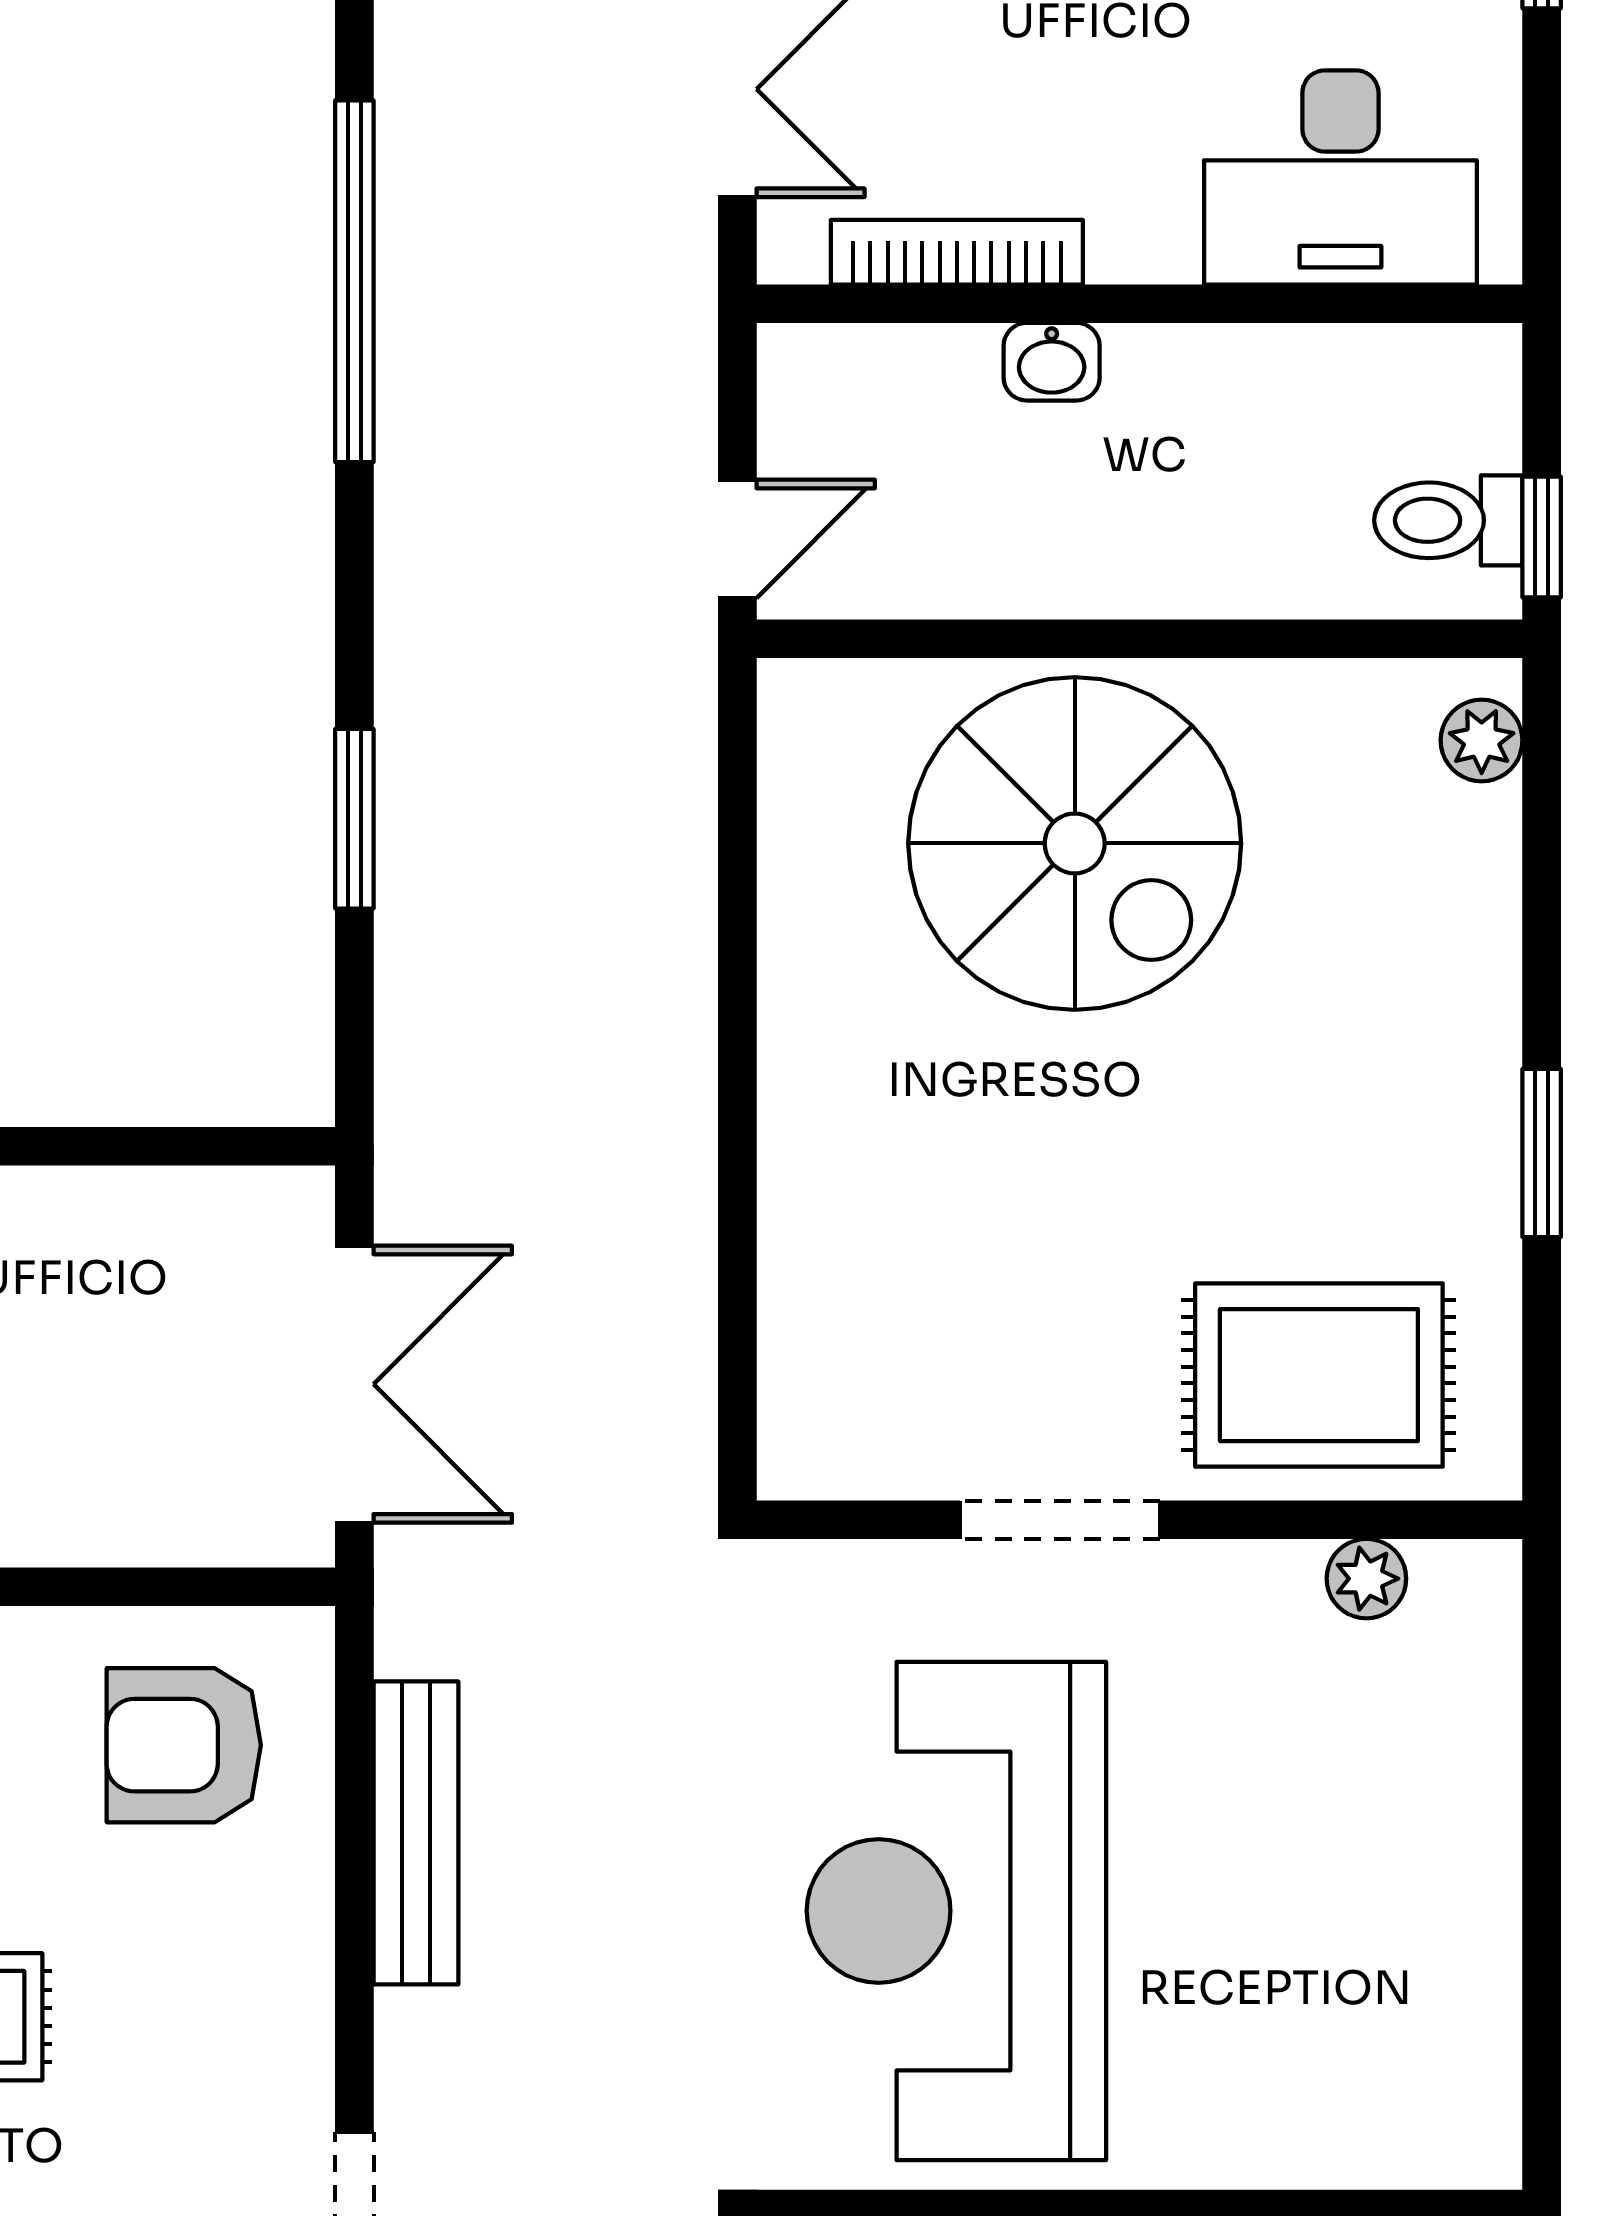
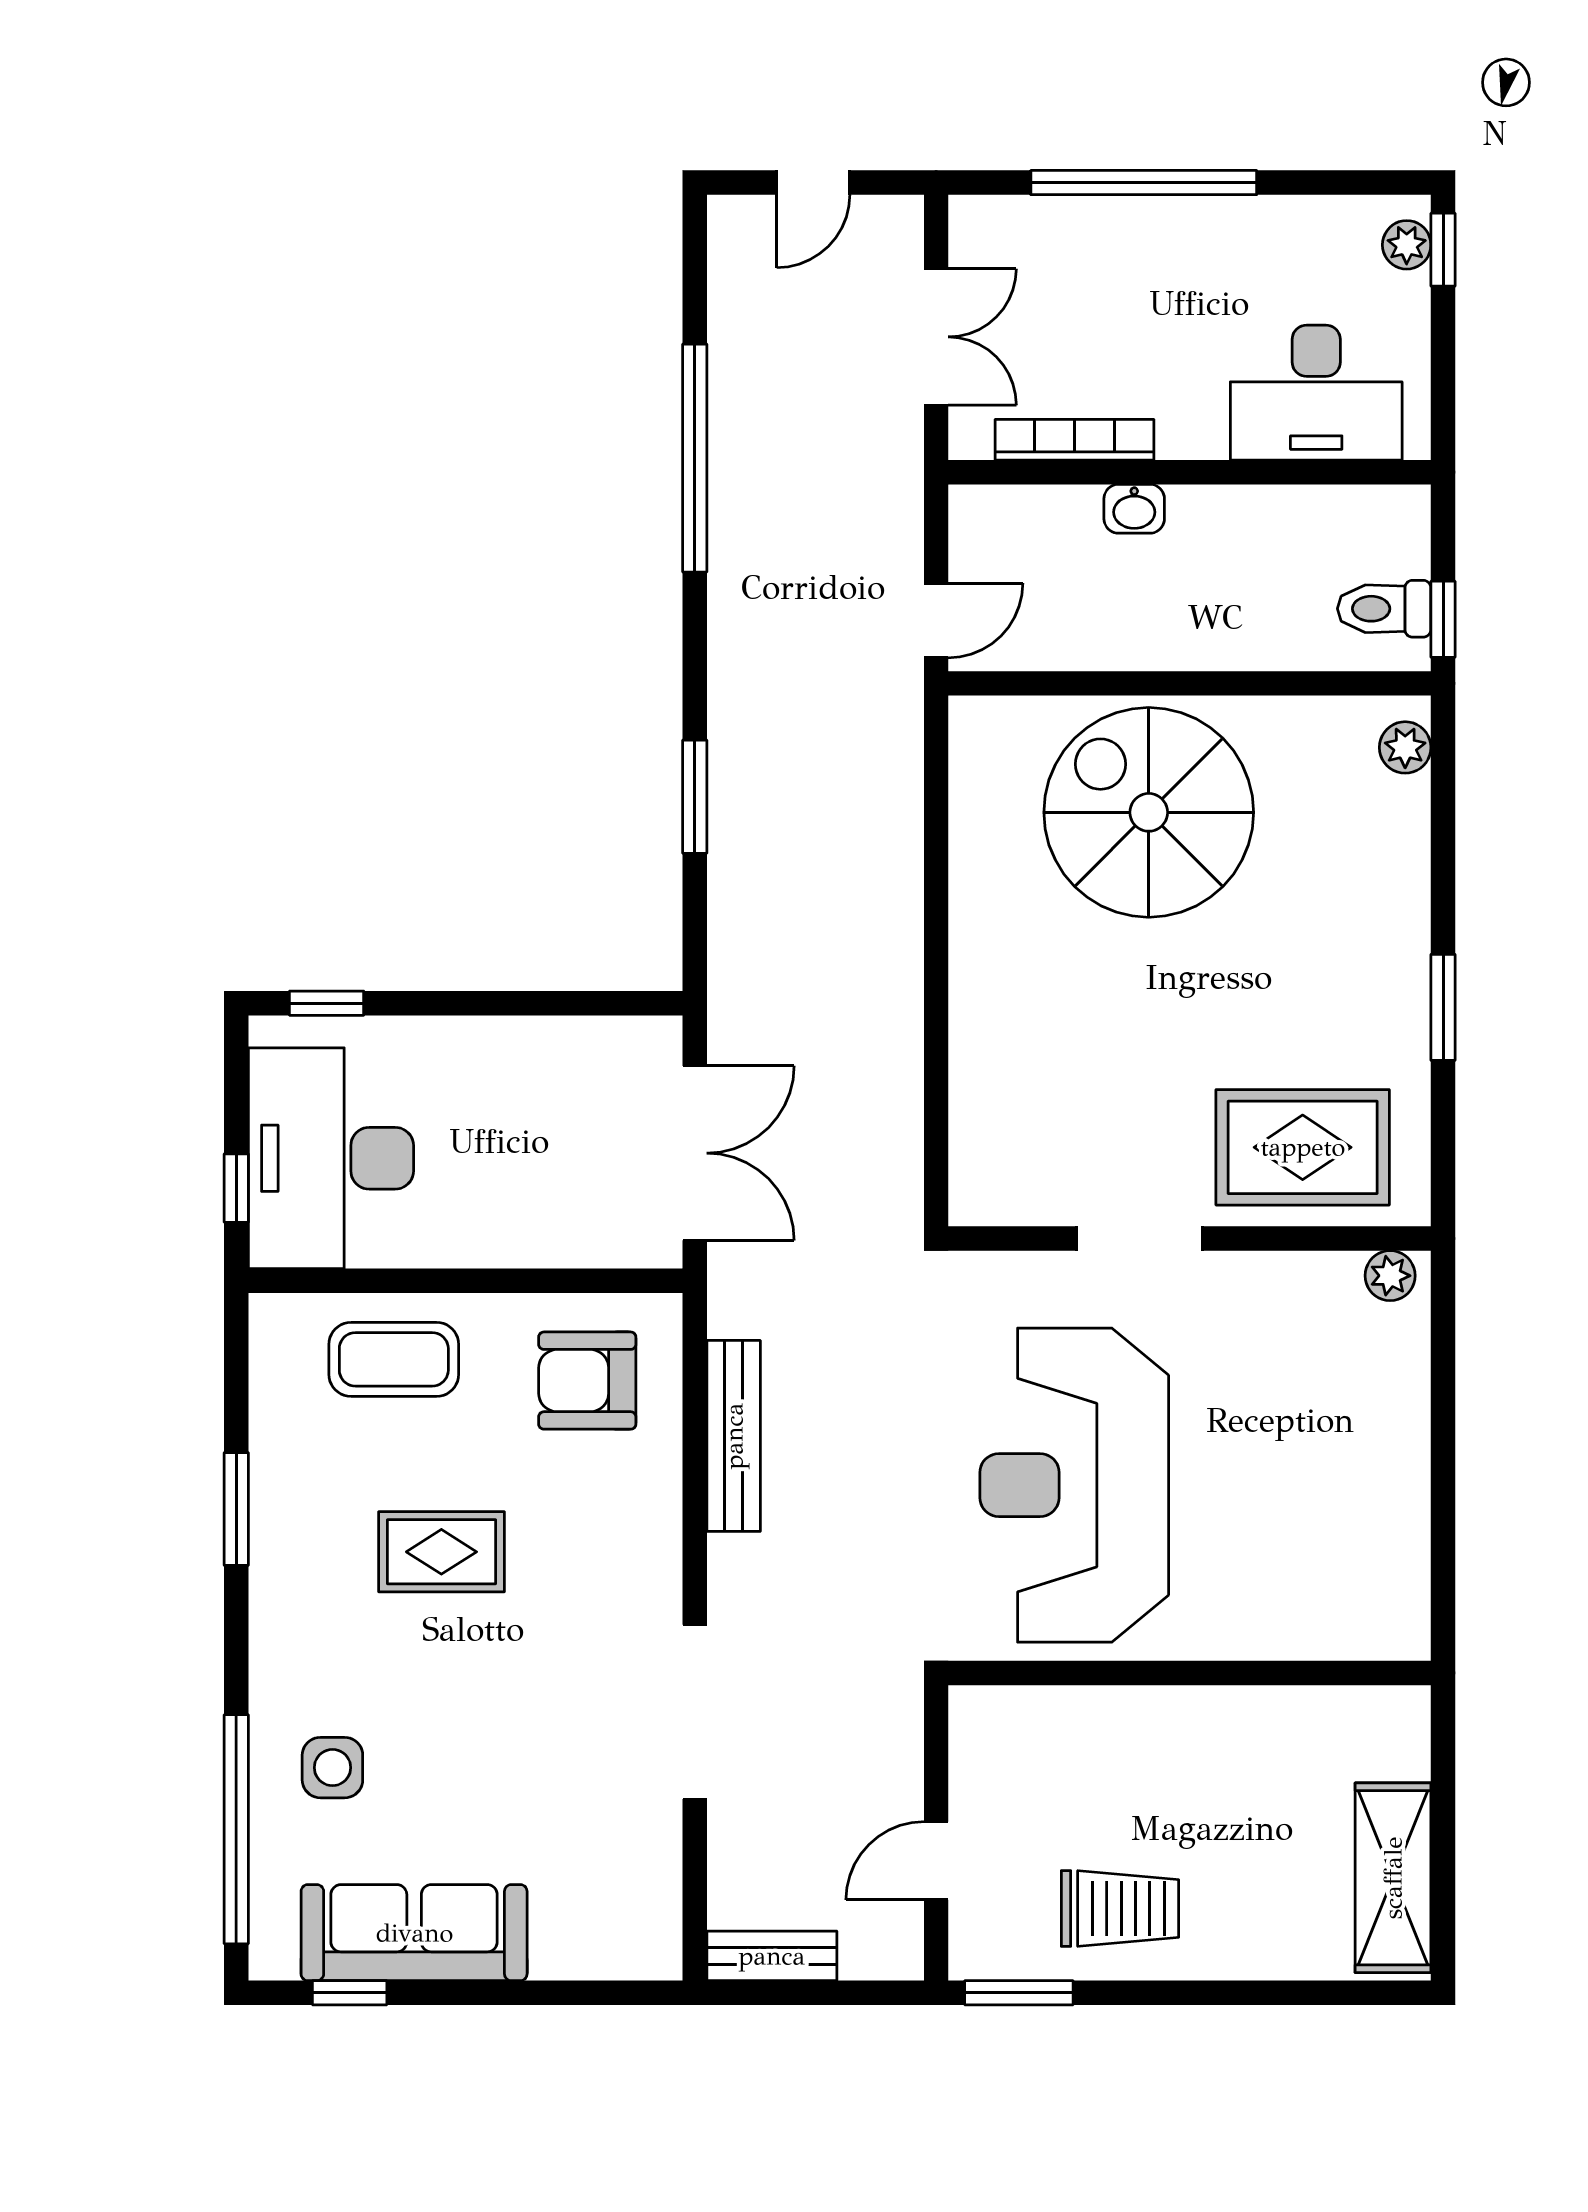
spiral stairs: (1075, 843) -> (1149, 812), turned 180
plant: (1366, 1579) -> (1390, 1276), moved

